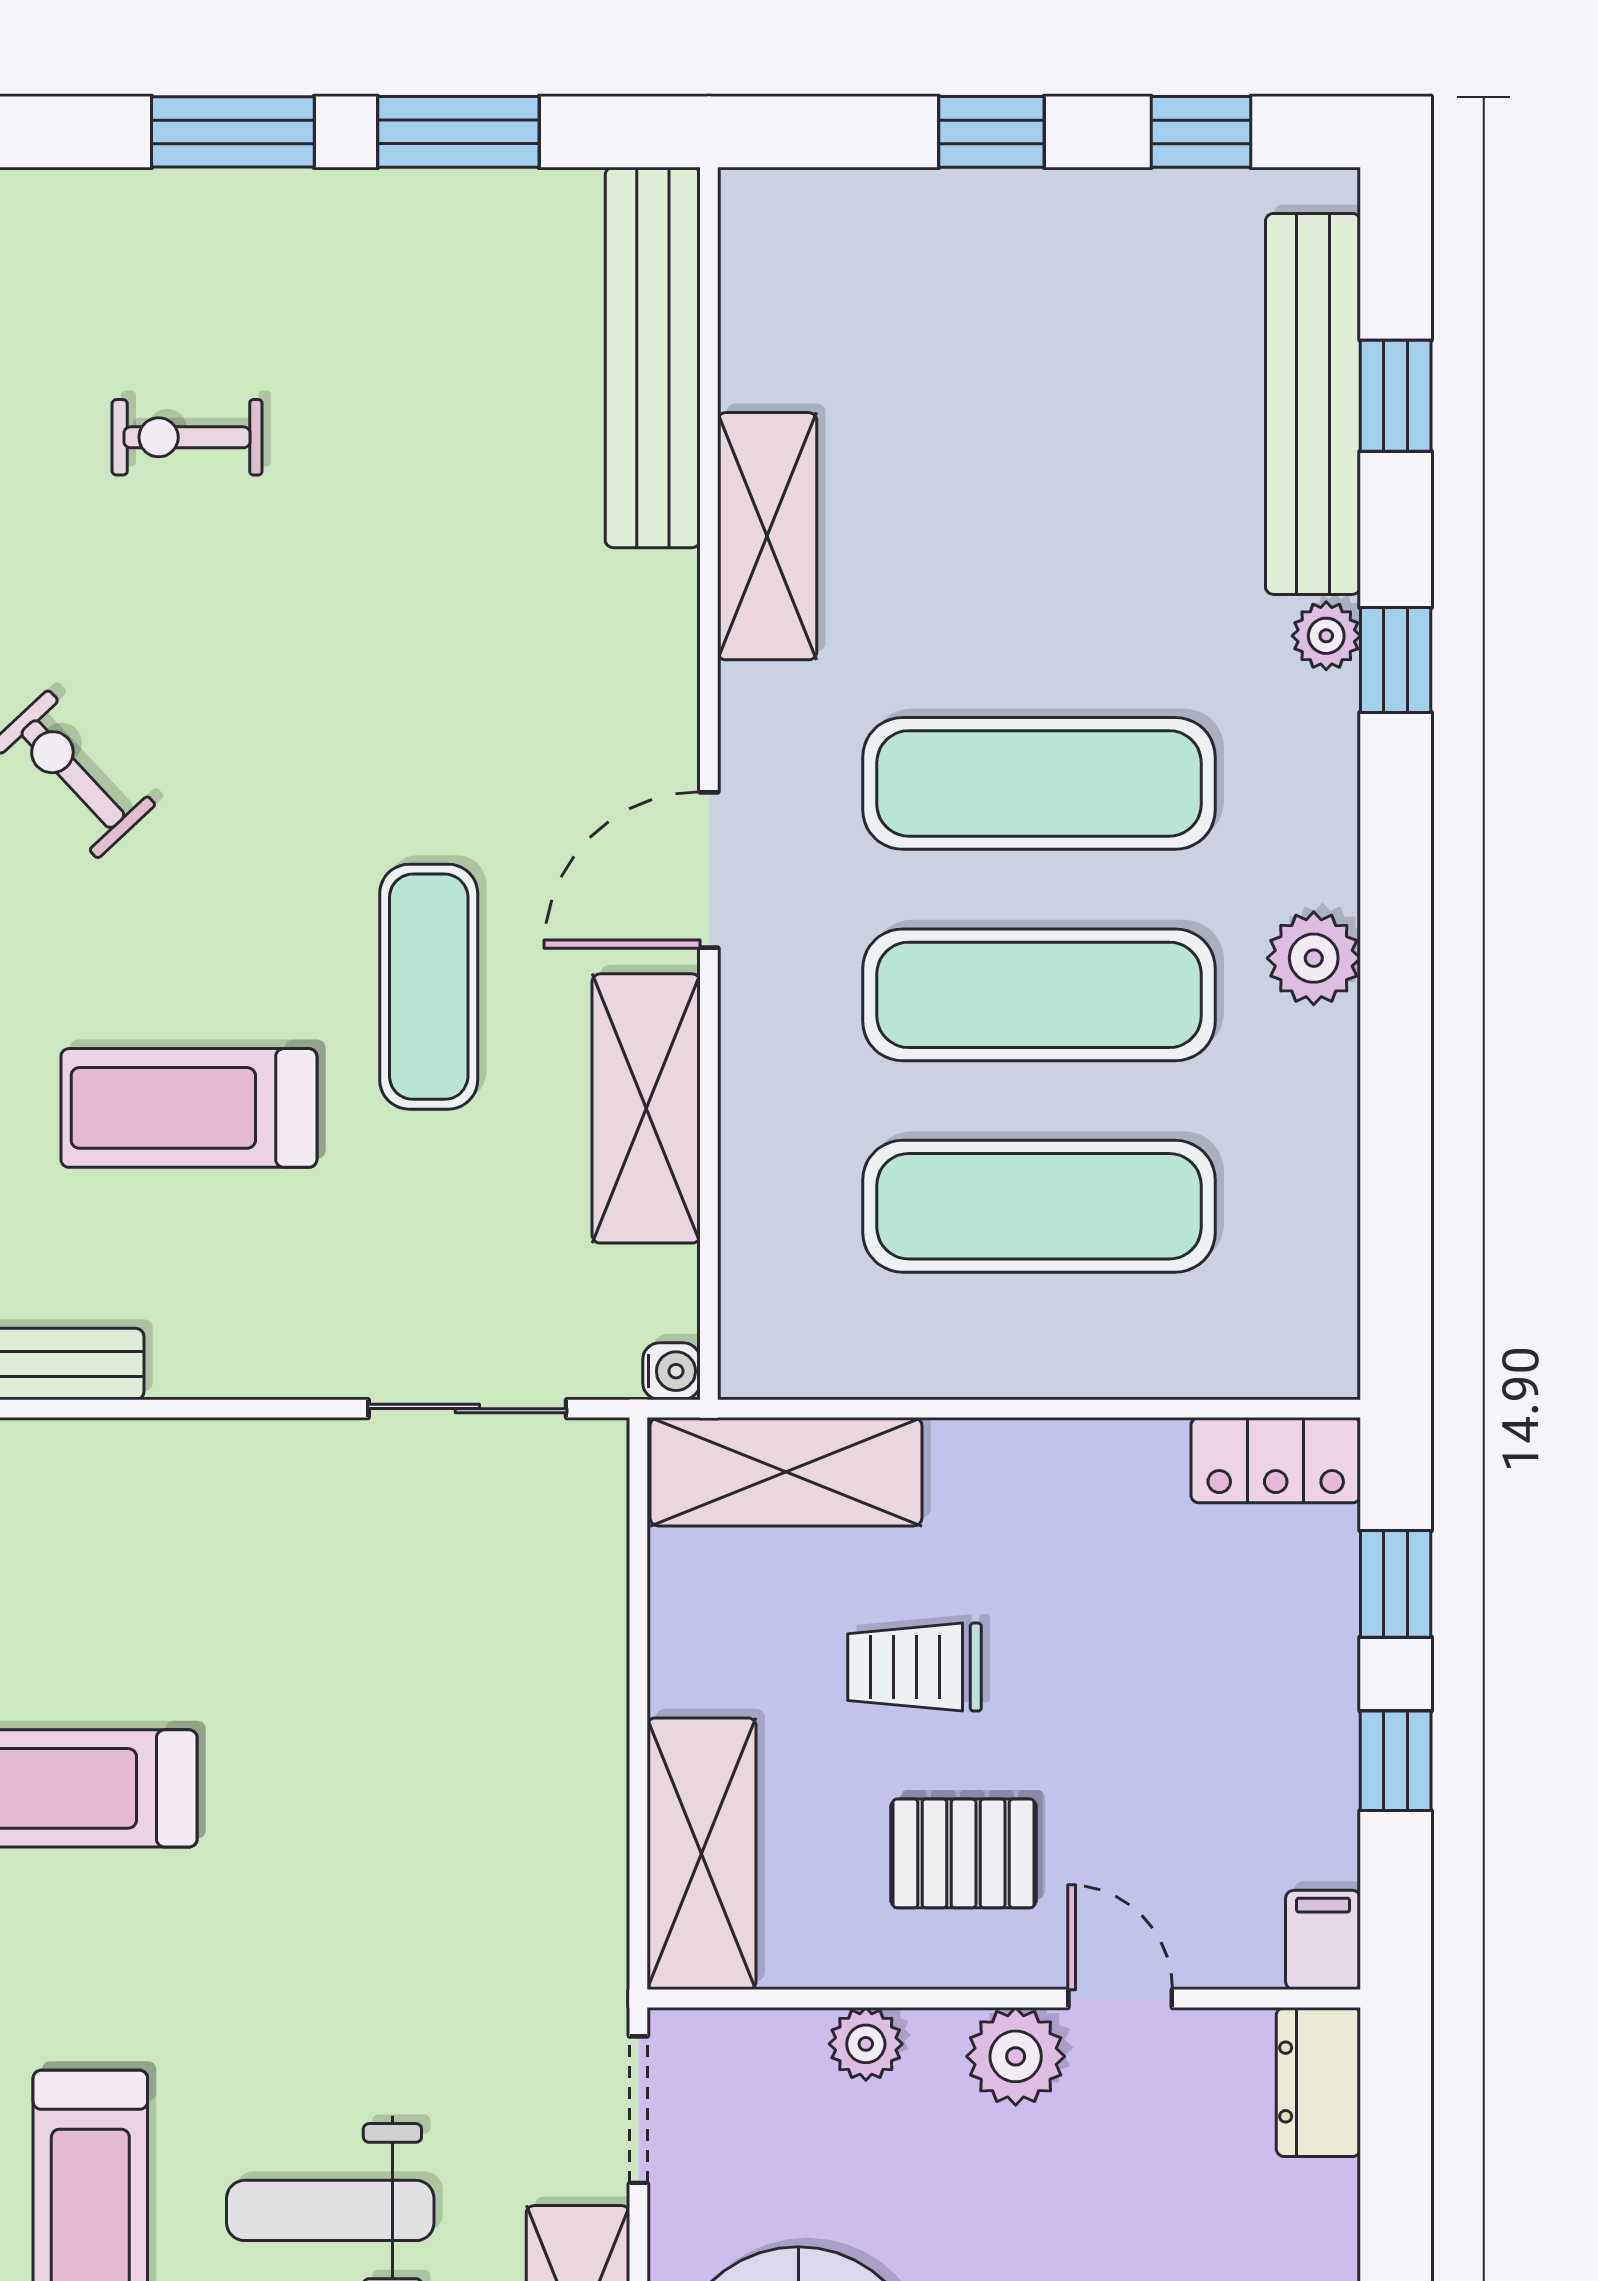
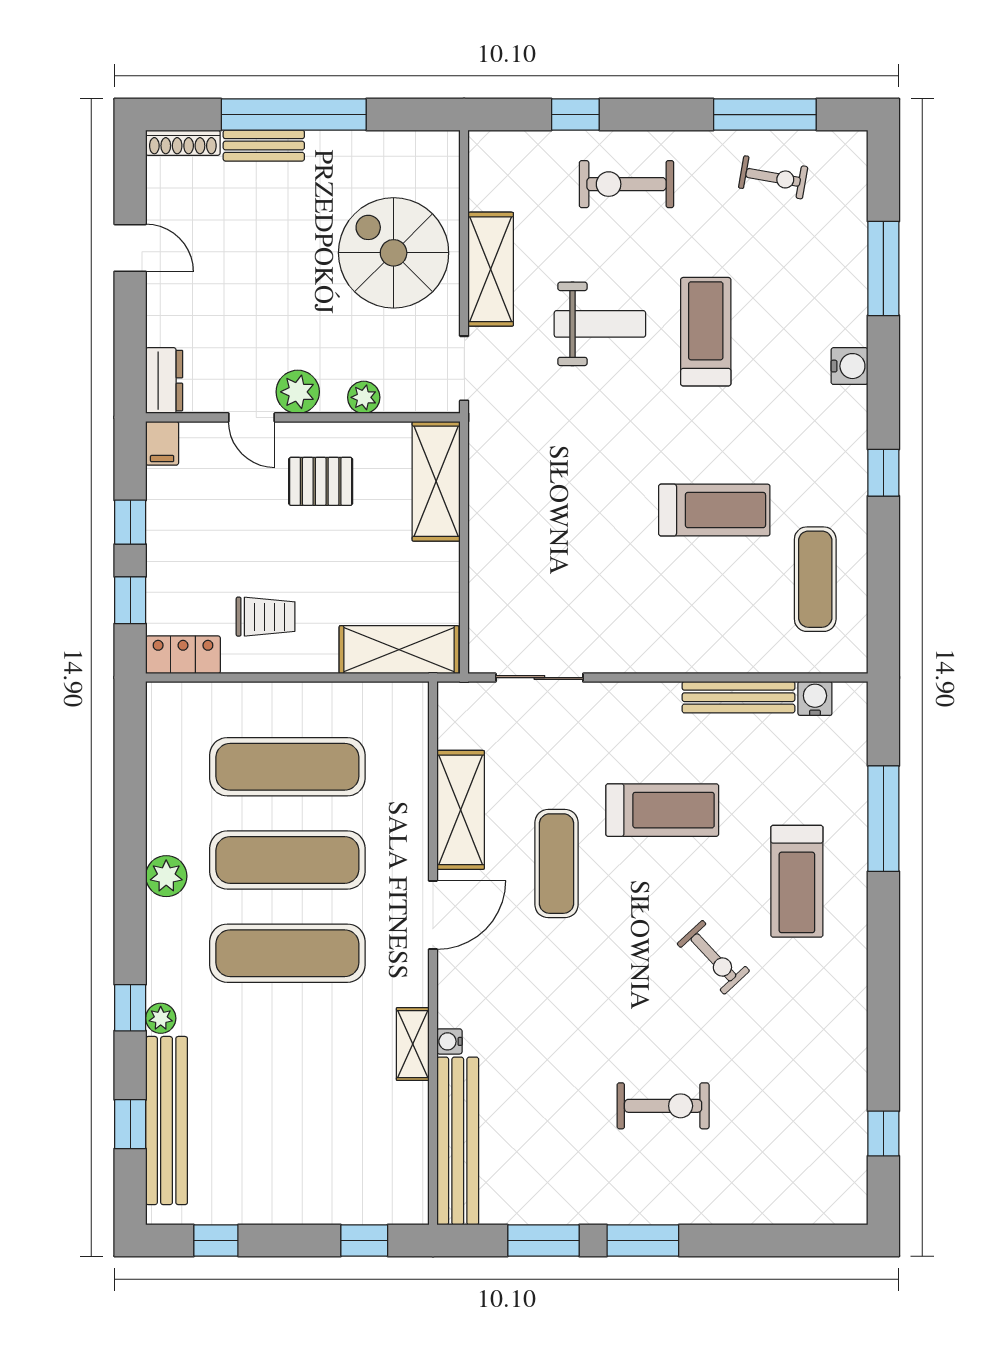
window: (991, 132) -> (364, 1241), moved
exercise bike: (187, 437) -> (663, 1106), width x1.38, depth x1.39
shelving: (767, 536) -> (413, 1044), width x0.67, depth x0.75
water cooler: (671, 1371) -> (449, 1041), moved
trolley: (914, 1667) -> (266, 617), moved

